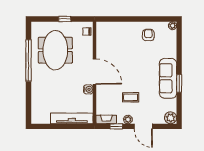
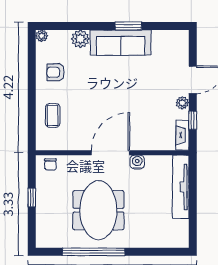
meeting table: (55, 50) -> (98, 210), moved, turned 90
coffee table: (131, 97) -> (53, 115), moved
plant: (171, 118) -> (80, 39), moved

